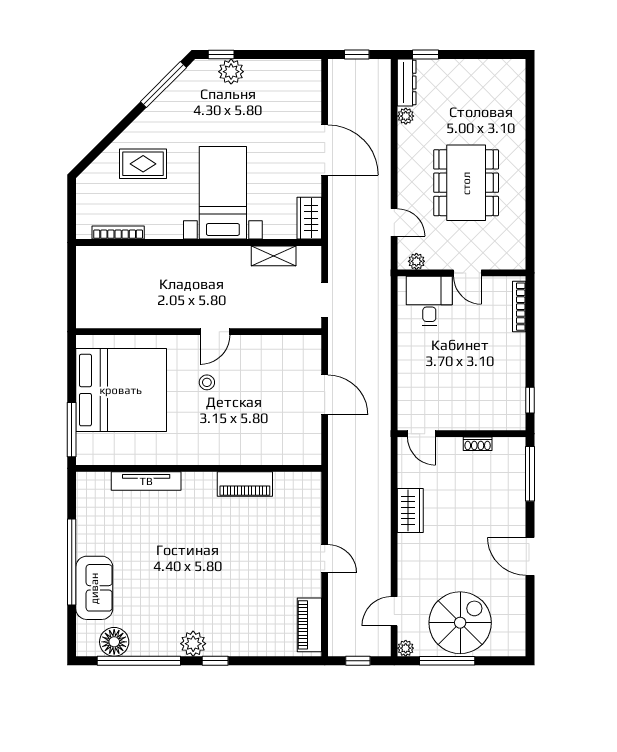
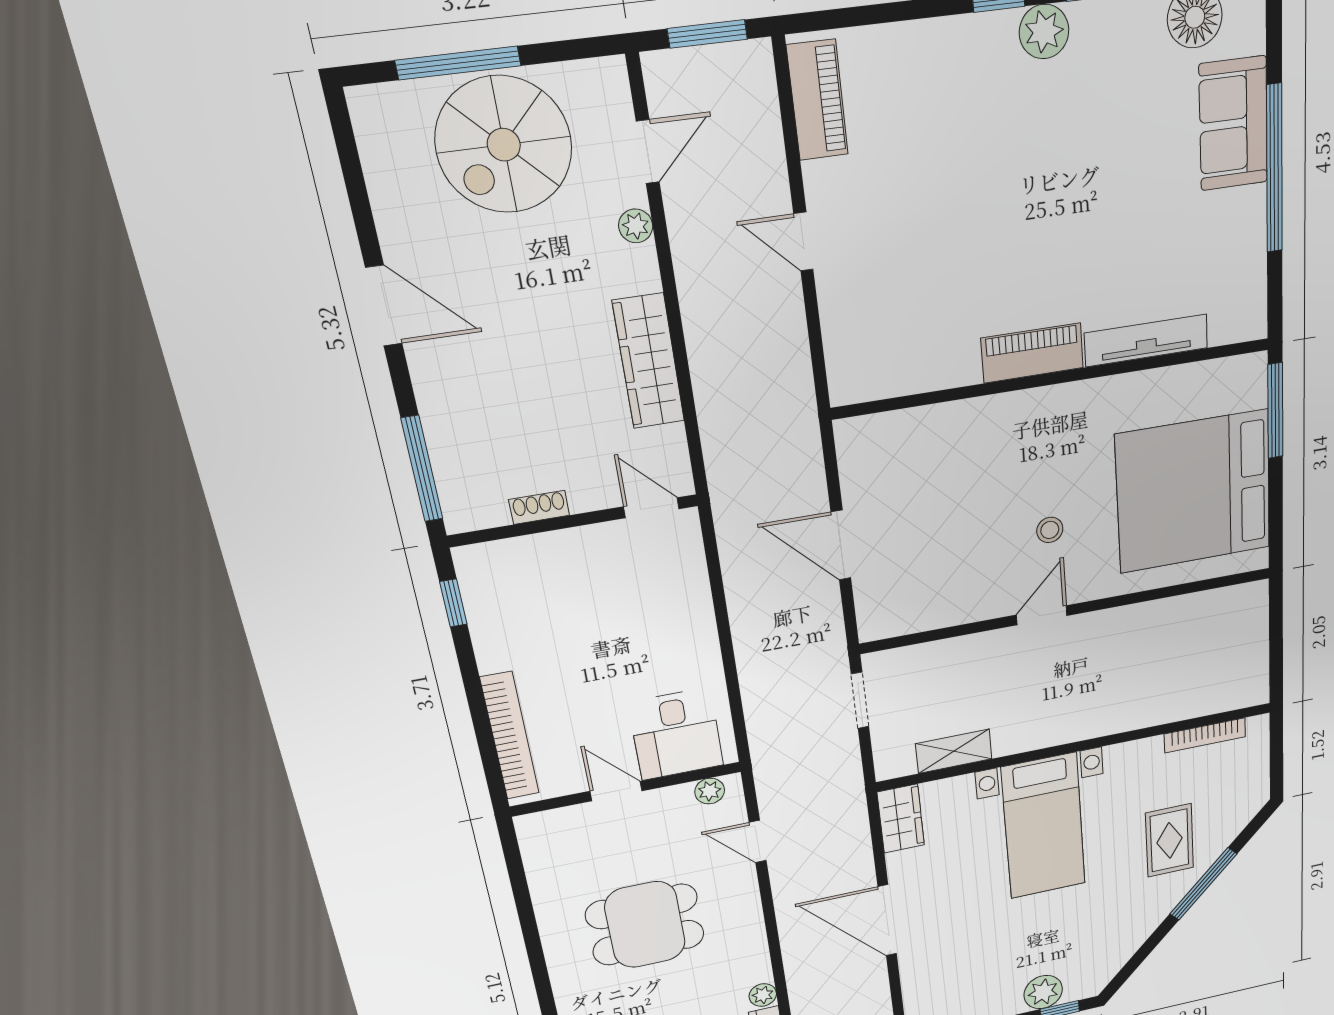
window: (163, 85) -> (1203, 884), moved
rug: (143, 164) -> (1170, 840), turned 90
dining table: (466, 183) -> (645, 925), width x0.73
bookcase: (519, 307) -> (510, 736), width x1.48, depth x1.31
piano: (245, 484) -> (1032, 353), moved
wardrobe: (410, 510) -> (649, 361), width x1.50
plant: (406, 648) -> (636, 226), moved
window: (358, 661) -> (707, 34), width x1.50
window: (447, 661) -> (458, 63), moved

